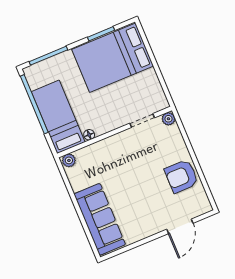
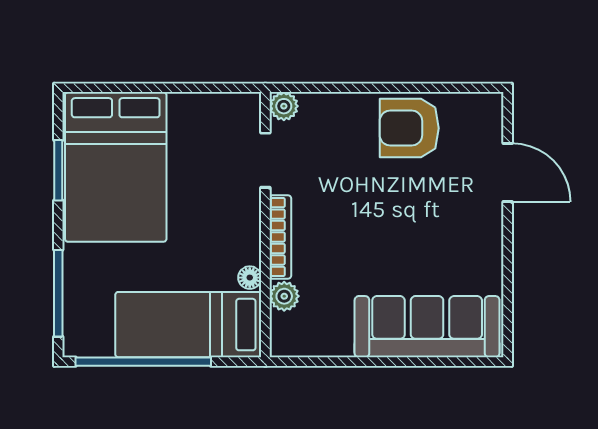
bookcase: (112, 141) -> (280, 237), added
plant: (69, 160) -> (284, 296), moved
armchair: (181, 176) -> (409, 128), turned 90

